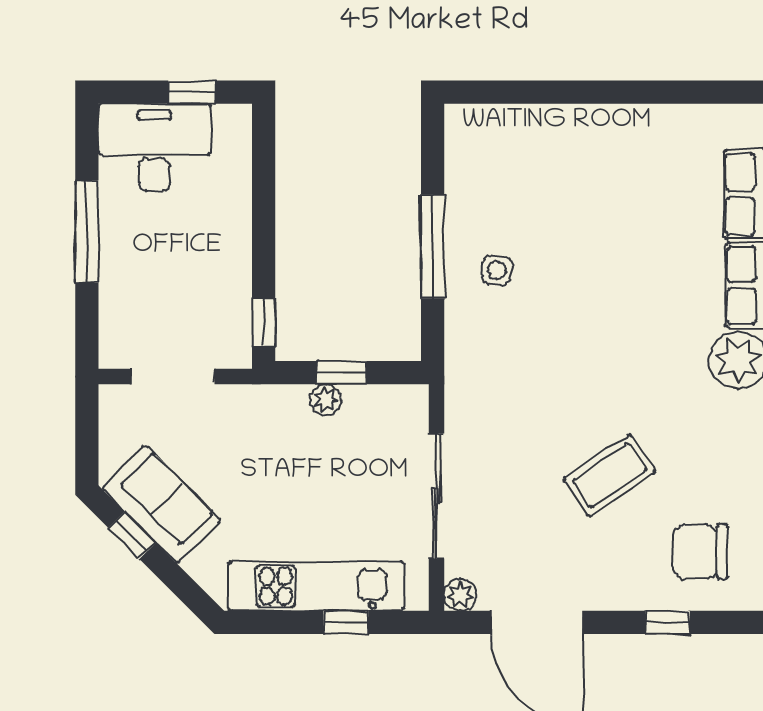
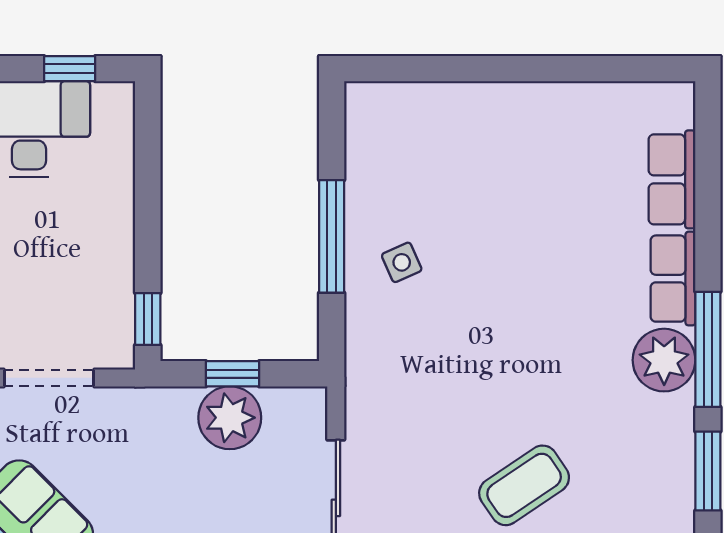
side table: (497, 270) -> (402, 262), turned -33
plant: (326, 400) -> (230, 418), width x1.87, depth x1.87

